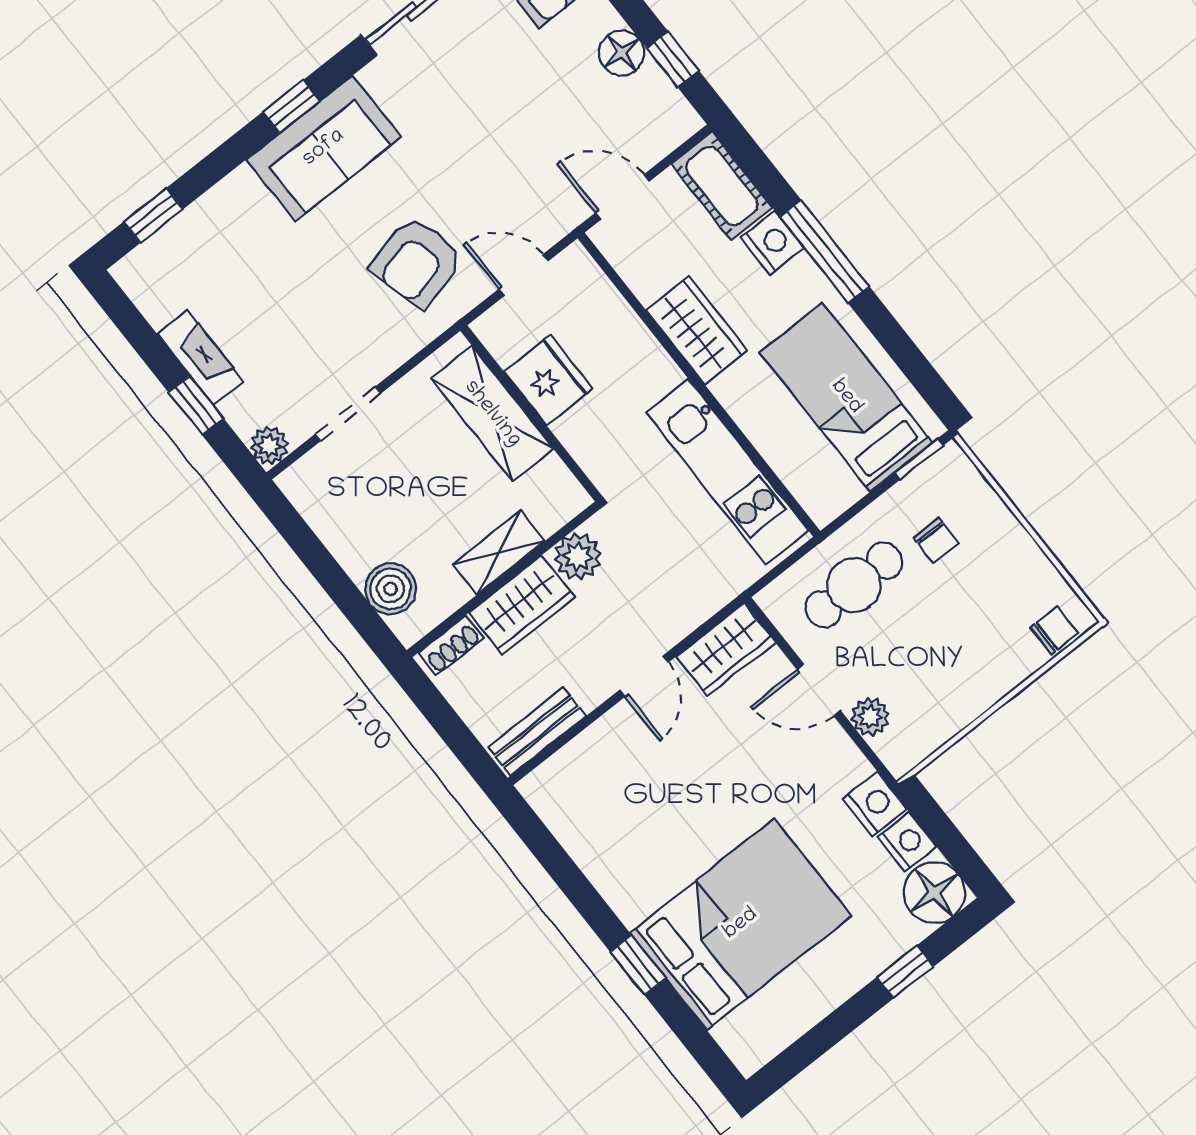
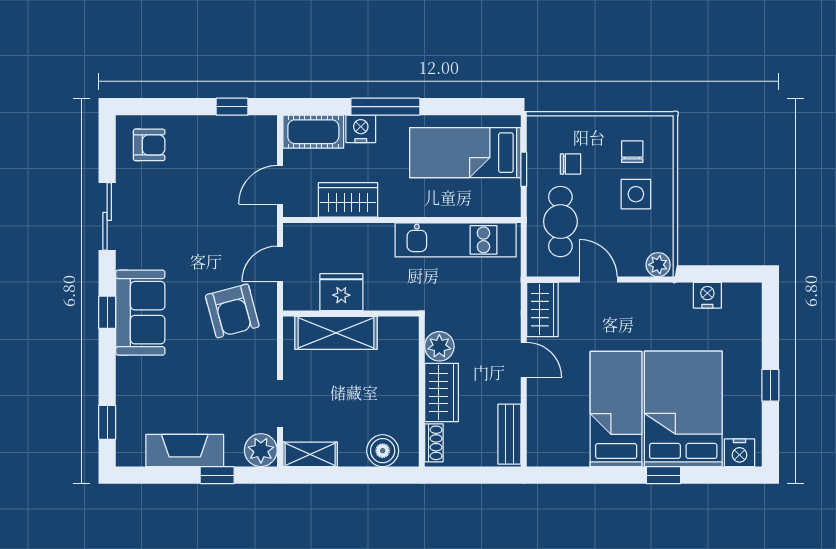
floor lamp: (622, 53) -> (209, 129), removed
wardrobe: (697, 330) -> (348, 200), moved
fireplace: (200, 358) -> (185, 451), width x1.37, depth x1.32
plant: (269, 446) -> (261, 450), width x1.38, depth x1.38
window: (919, 459) -> (524, 169), moved
shelving: (499, 553) -> (310, 454), moved, turned 90
chair: (1054, 631) -> (632, 152), moved
side table: (963, 652) -> (636, 194), added
door: (819, 690) -> (598, 280), swing flipped
plant: (870, 717) -> (658, 265), moved
nightstand: (875, 804) -> (740, 453), moved, turned 180
bed: (674, 840) -> (616, 409), added
floor lamp: (934, 893) -> (743, 301), removed
window: (905, 972) -> (770, 385), moved

